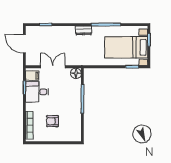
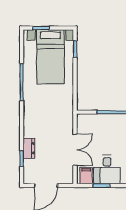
dresser: (84, 30) -> (29, 148), moved
double door: (53, 67) -> (75, 150), swing flipped
floor lamp: (76, 73) -> (83, 120), removed

